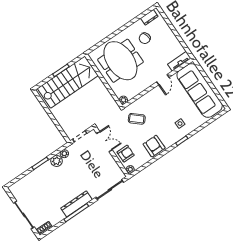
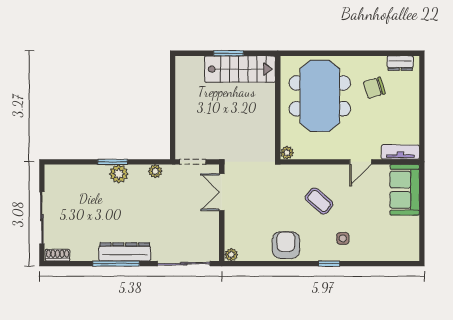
stairs: (68, 82) -> (240, 69), width x0.73, depth x0.66
sofa: (200, 91) -> (405, 190), width x0.54, depth x0.79
coffee table: (137, 119) -> (319, 201), moved
double door: (104, 142) -> (222, 192), swing flipped
armchair: (126, 154) -> (240, 229), removed
plant: (57, 161) -> (119, 174), moved

